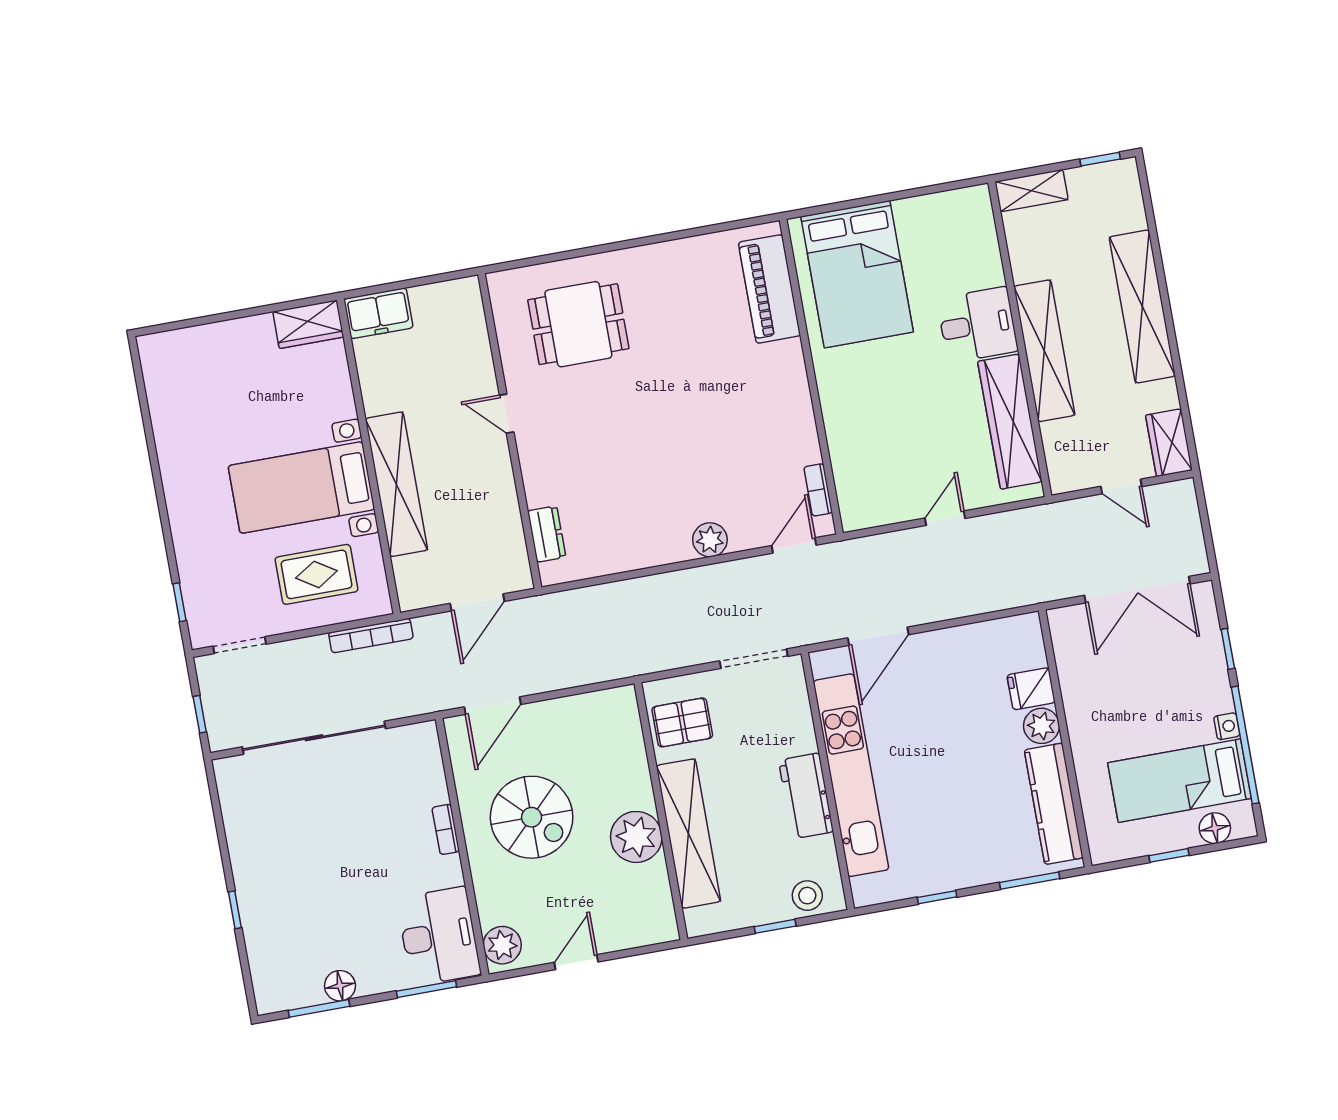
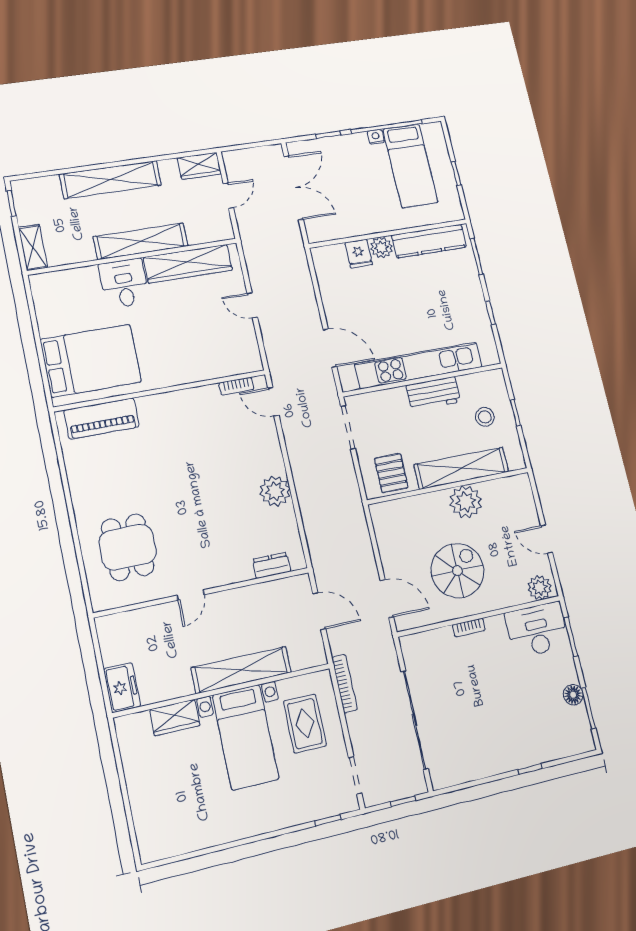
wardrobe: (308, 324) -> (175, 717), moved, turned 90
plant: (710, 540) -> (275, 491), moved, width x1.36, depth x1.36
floor lamp: (1215, 828) -> (438, 146), removed
stool: (807, 896) -> (485, 417), moved

